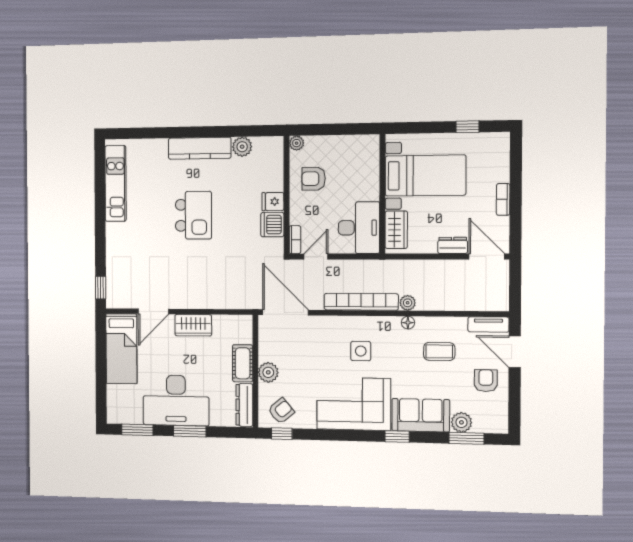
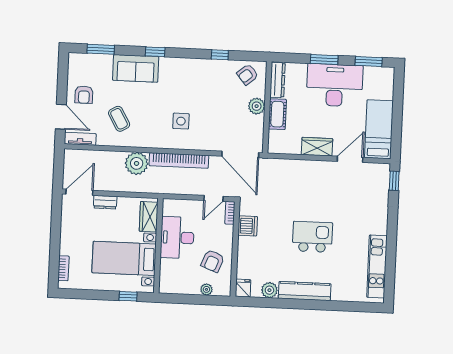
window: (467, 127) -> (128, 296), moved
plant: (297, 143) -> (206, 289), moved
armchair: (314, 179) -> (213, 261), turned 111
bookcase: (503, 199) -> (64, 268), moved
fridge: (273, 202) -> (243, 288), moved, turned -90
kitchen island: (193, 215) -> (312, 237), turned 90
desk: (359, 228) -> (177, 237), moved
door: (487, 256) -> (79, 192), swing flipped
plant: (408, 303) -> (137, 163), width x1.87, depth x1.87
floor lamp: (408, 323) -> (143, 143), removed
coffee table: (439, 351) -> (119, 119), turned 60
corner sofa: (354, 404) -> (188, 79), removed
plant: (461, 422) -> (104, 62), removed
window: (282, 434) -> (220, 55), moved

